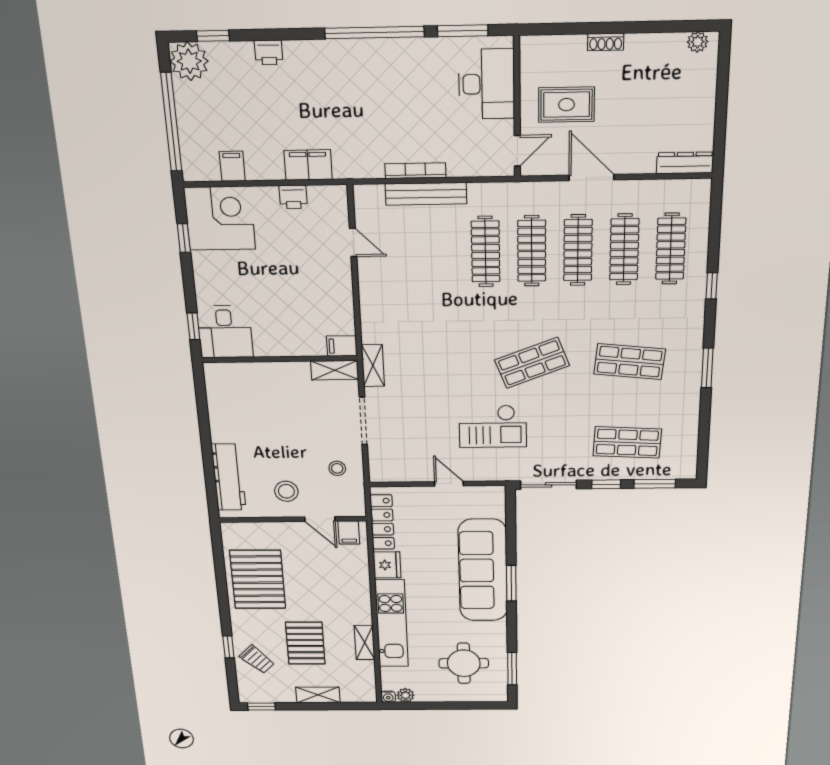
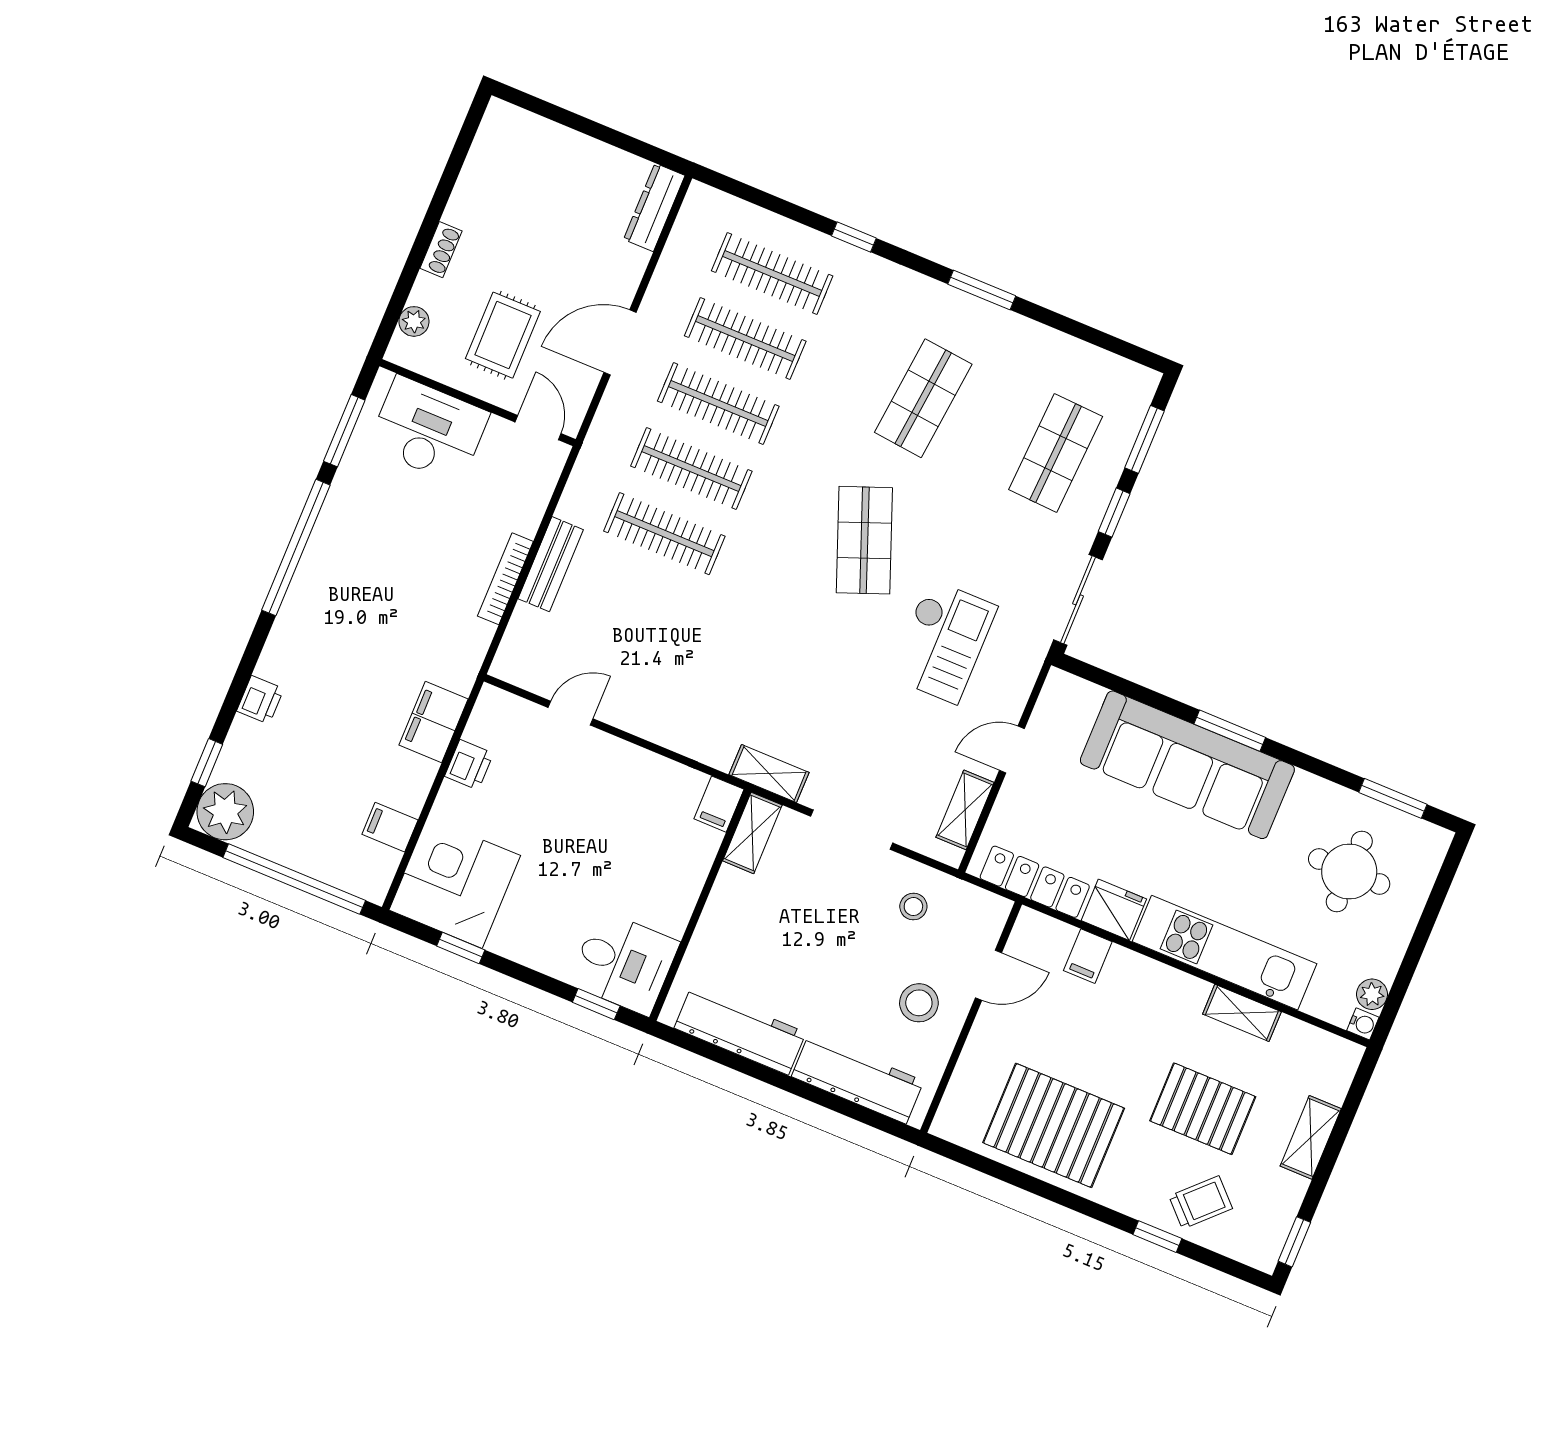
plant: (698, 42) -> (414, 321), moved
bench: (426, 194) -> (551, 564), width x0.73
workbench: (221, 408) -> (740, 1030), added
shelving: (404, 473) -> (965, 810), added
filing cabinet: (349, 532) -> (1088, 956), moved, turned 90

